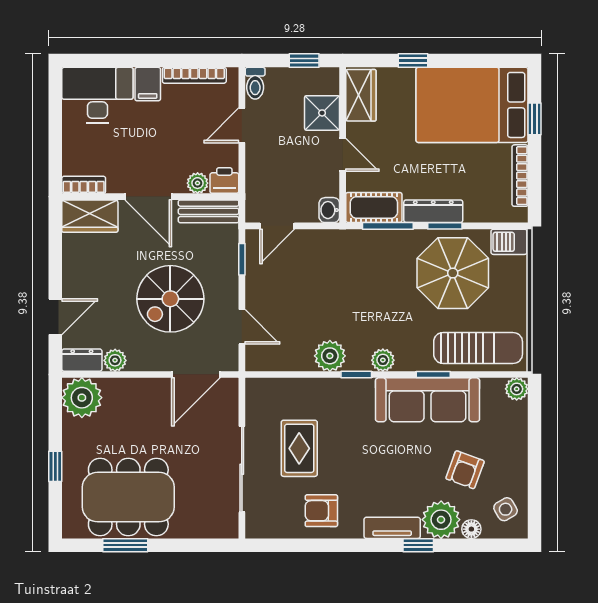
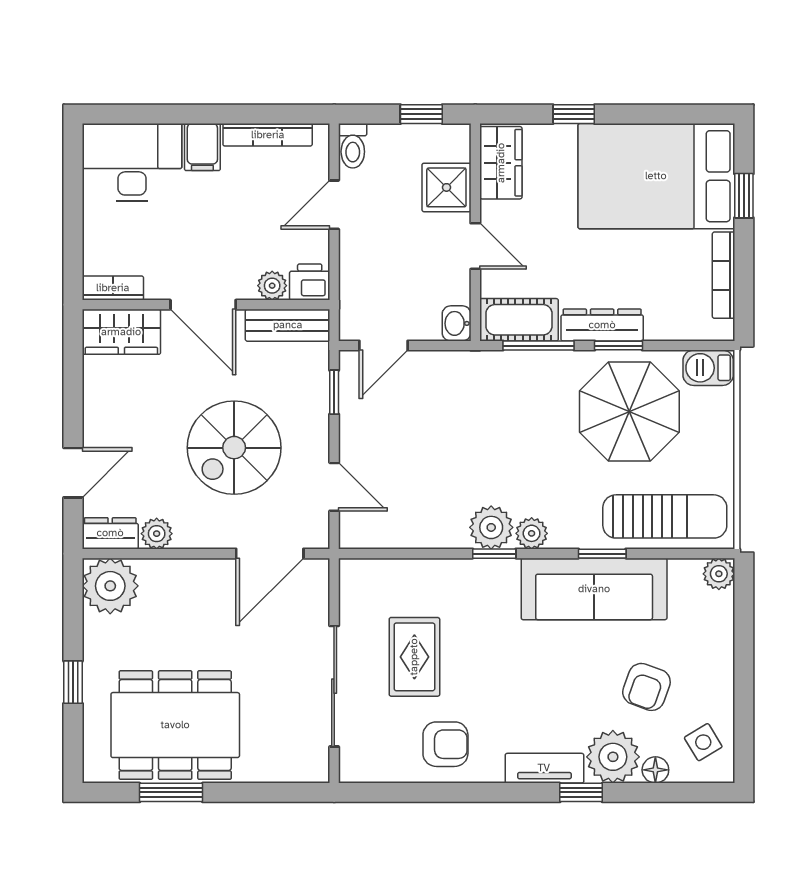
plant: (330, 356) -> (491, 527), moved
armchair: (321, 511) -> (445, 744), turned 180

